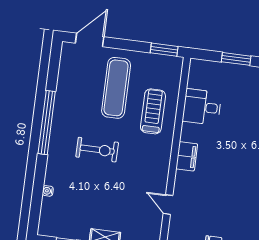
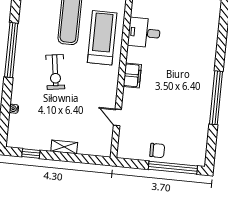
treadmill: (153, 111) -> (102, 38), width x1.37, depth x1.38
exercise bike: (97, 150) -> (55, 72), turned 82

